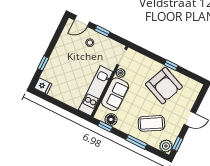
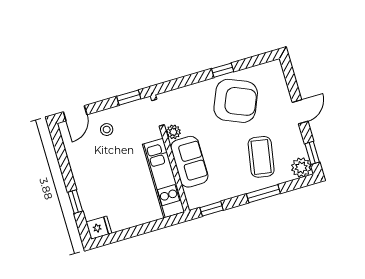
window: (102, 31) -> (129, 98), moved
floor lamp: (111, 120) -> (211, 195), removed
coffee table: (151, 123) -> (261, 157), turned -50

